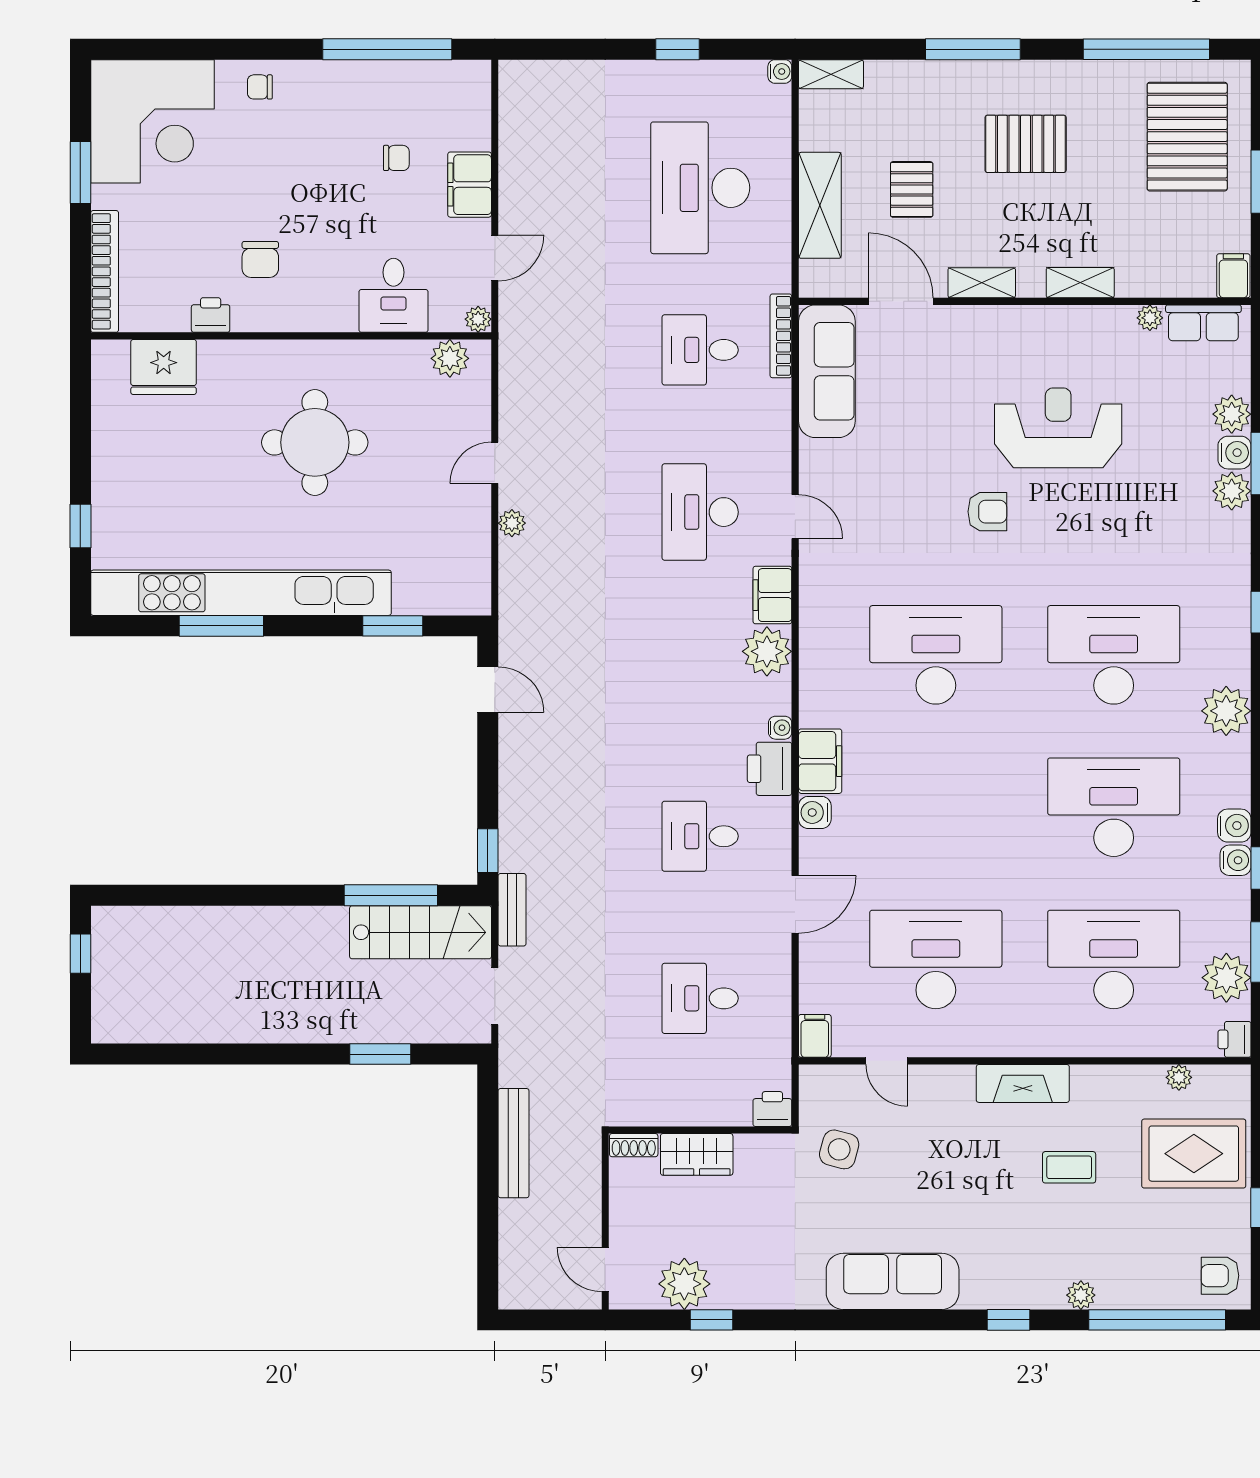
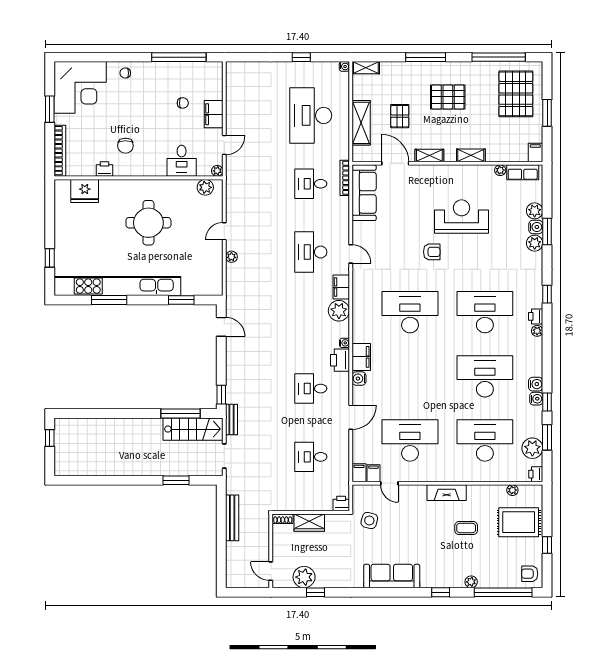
printer: (1234, 665) -> (536, 316), added
plant: (1226, 711) -> (537, 331), width x0.53, depth x0.53
filing cabinet: (849, 1037) -> (373, 473), added

